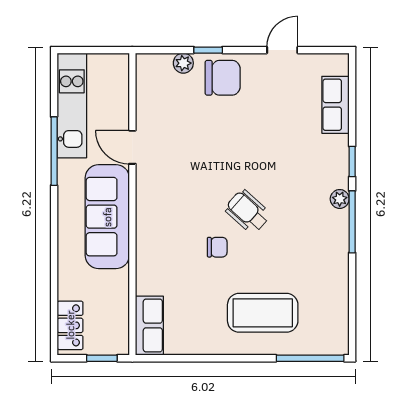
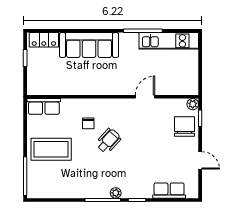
chair: (223, 78) -> (184, 127), turned 180
door: (132, 147) -> (145, 97), moved
wall: (132, 204) -> (113, 97), moved
sofa: (107, 217) -> (89, 45), moved, turned 180
coffee table: (263, 313) -> (51, 149), turned 90
row of seats: (149, 325) -> (44, 106), moved

